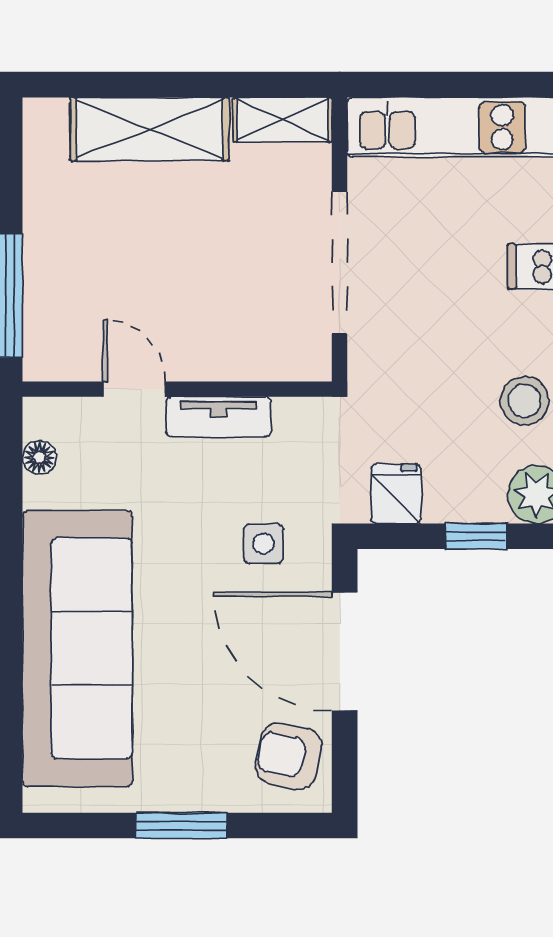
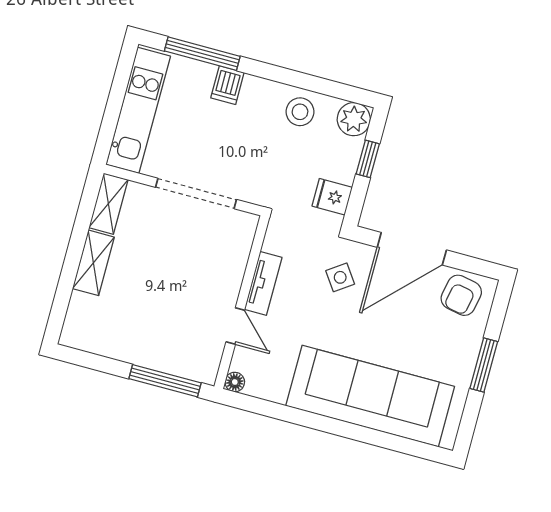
shelving: (150, 129) -> (93, 263), width x0.67, depth x0.75
door: (134, 389) -> (235, 326), swing flipped
floor lamp: (39, 457) -> (235, 382), moved
side table: (264, 544) -> (340, 277), turned -35

